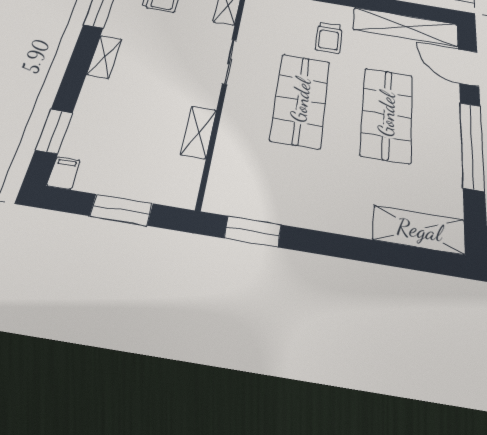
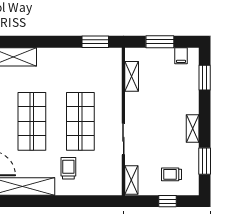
shelving: (199, 132) -> (132, 76), moved
filing cabinet: (64, 173) -> (181, 56), moved

